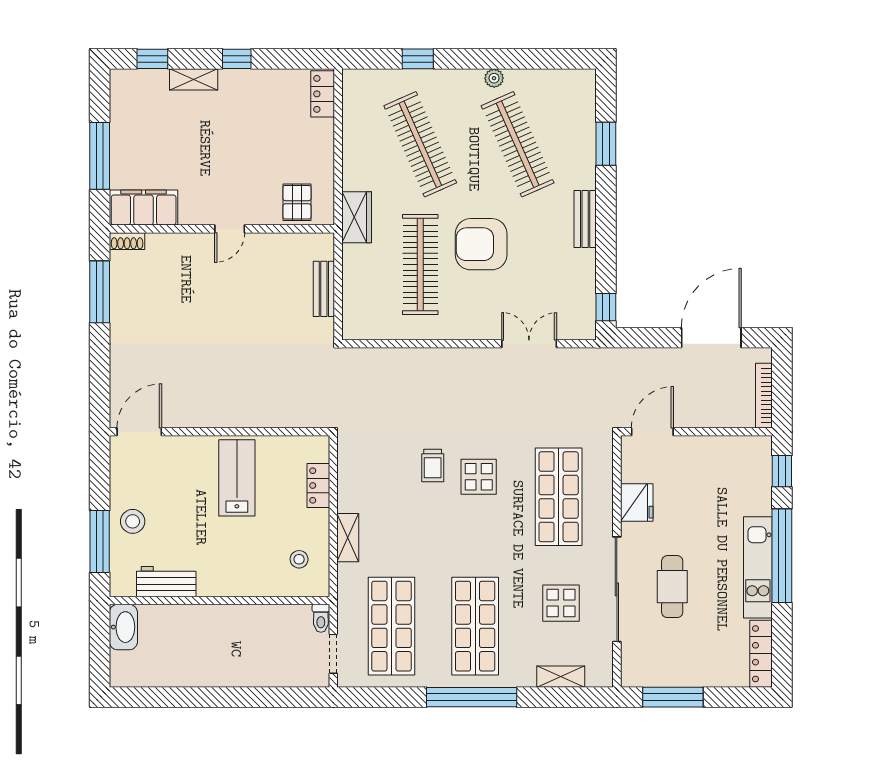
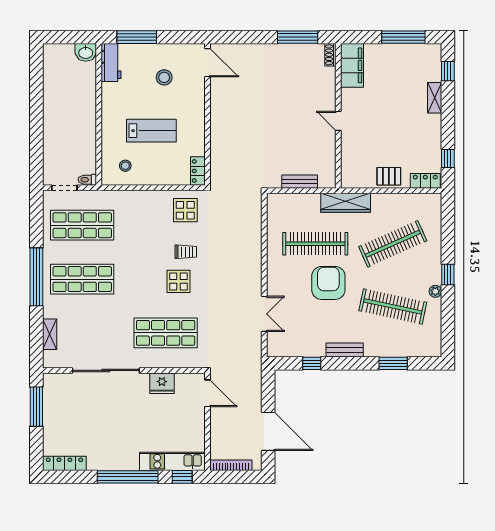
window: (237, 59) -> (448, 159), moved
window: (418, 59) -> (448, 274), moved
clothes rail: (518, 144) -> (393, 306), turned 36
window: (100, 156) -> (403, 37), moved
pallet: (297, 202) -> (389, 176), moved
wardrobe: (357, 217) -> (346, 203), width x1.50
window: (606, 307) -> (312, 363), moved
trolley: (433, 465) -> (186, 252), turned 180
lab bench: (237, 478) -> (151, 131), moved
locker: (318, 486) -> (198, 171), moved, turned -90
stool: (133, 521) -> (164, 77), moved
shelving: (348, 538) -> (139, 197), removed
kitchen unit: (758, 567) -> (172, 461), moved
workbench: (166, 582) -> (111, 63), moved
cafe table: (672, 587) -> (108, 406), removed
display table: (561, 603) -> (185, 210), moved
washbasin: (123, 627) -> (86, 52), width x0.72

